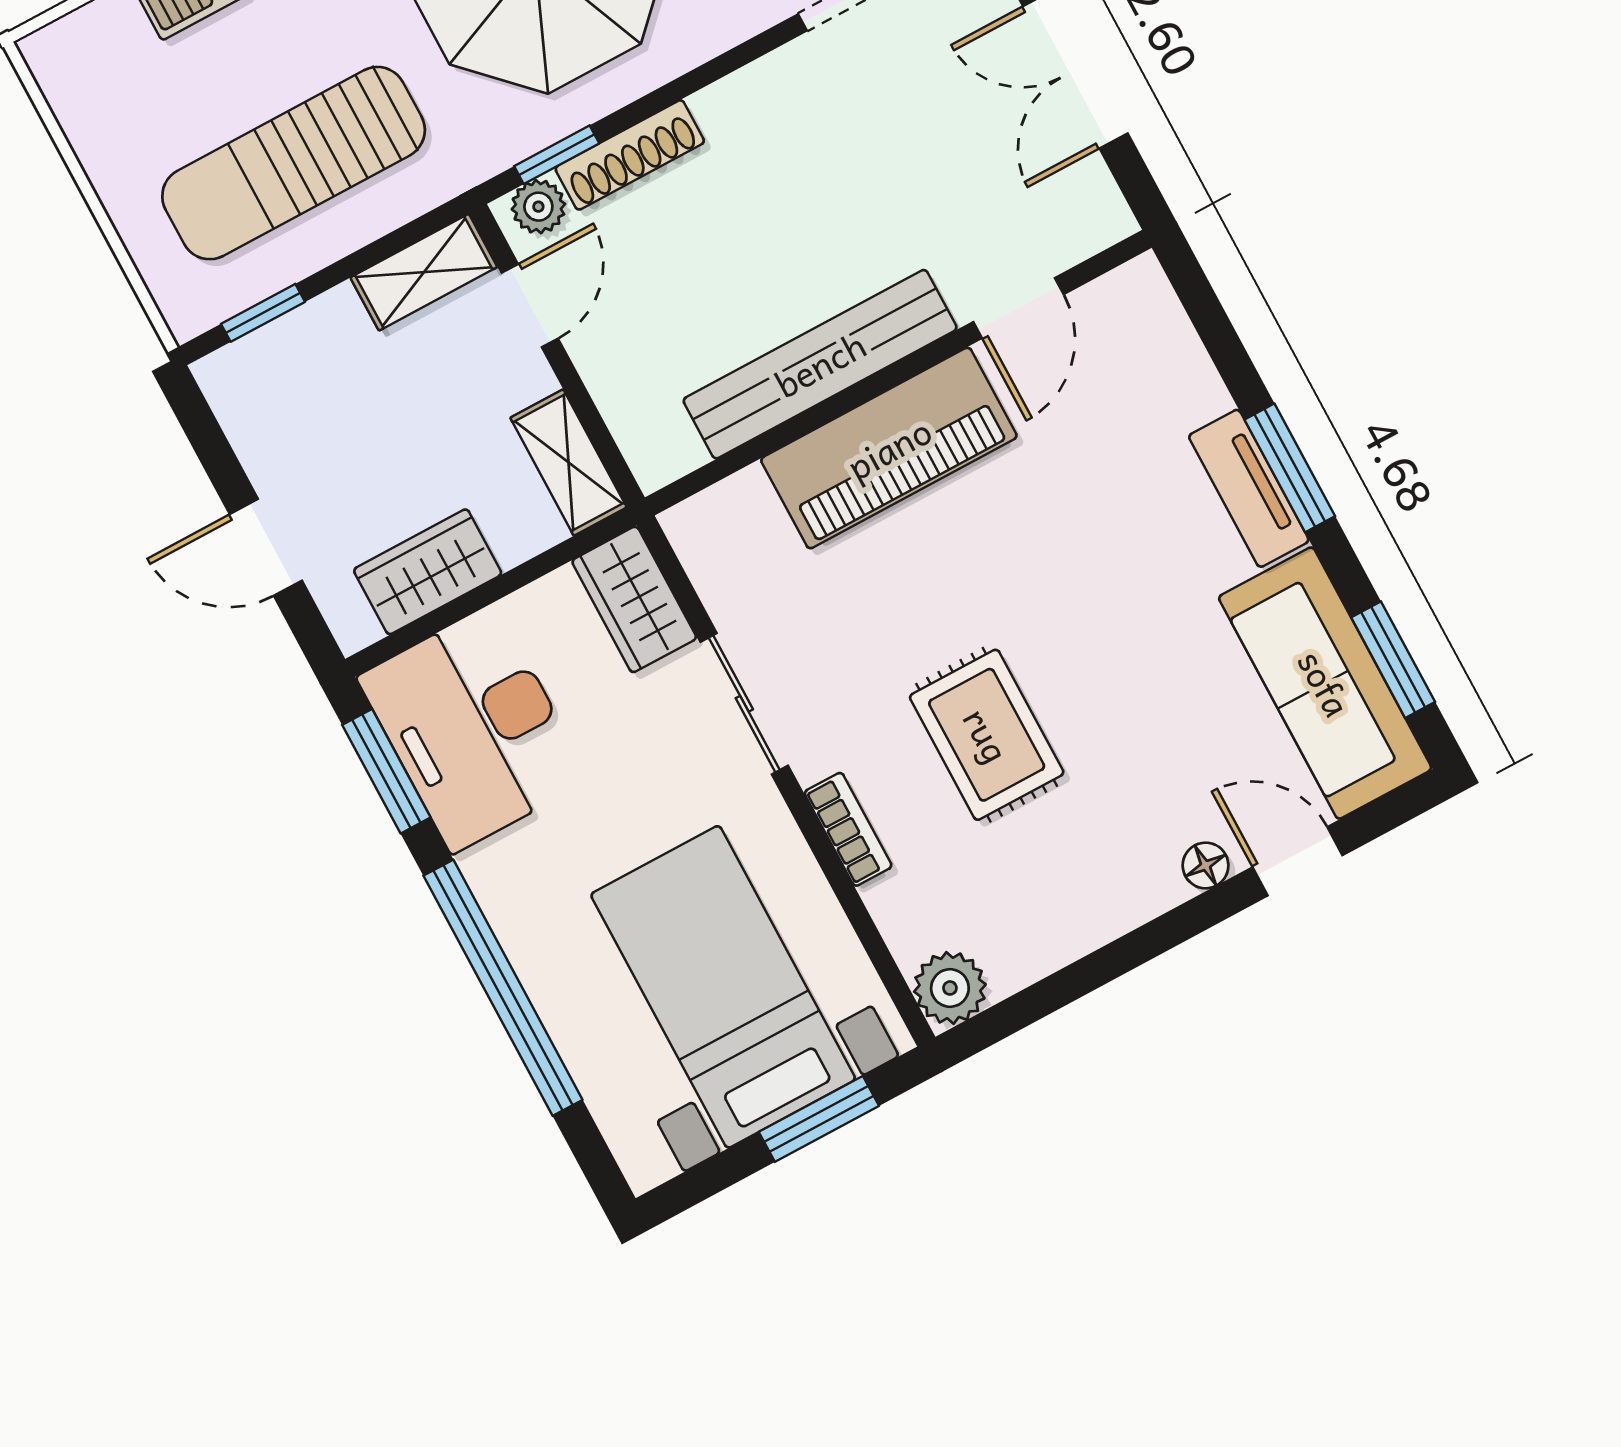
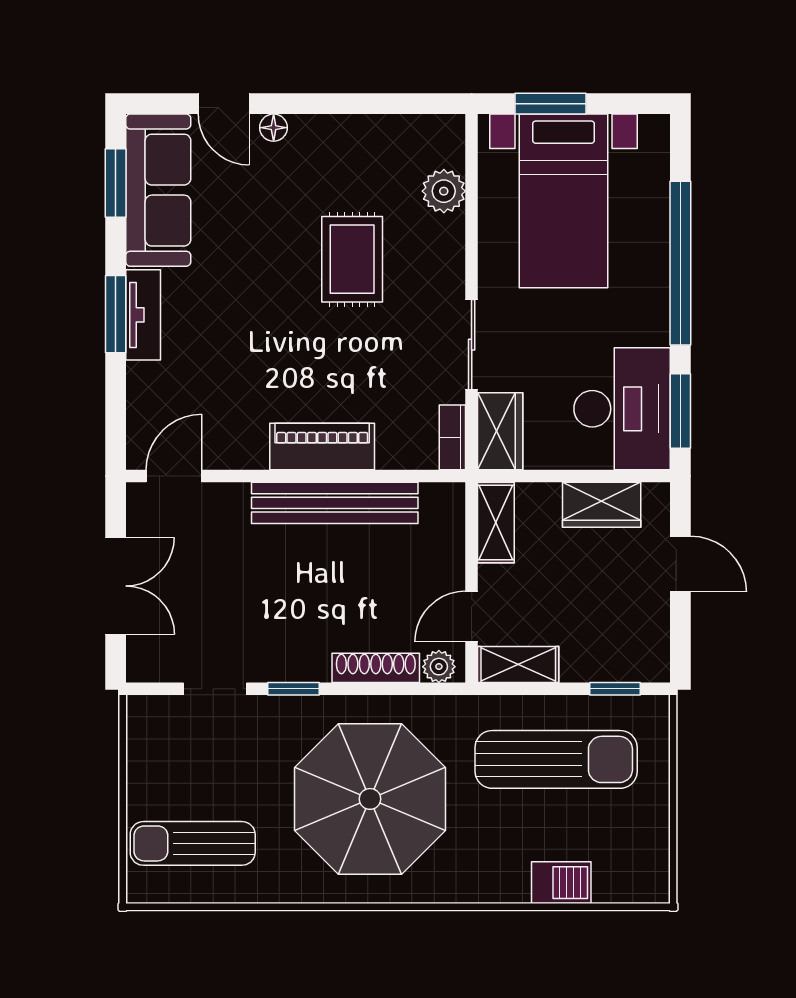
window: (557, 155) -> (293, 689), moved
door: (1018, 308) -> (174, 476), moved
piano: (889, 448) -> (322, 447), width x0.73, depth x0.75
bookcase: (848, 829) -> (452, 437), moved
plant: (950, 988) -> (444, 191), moved

